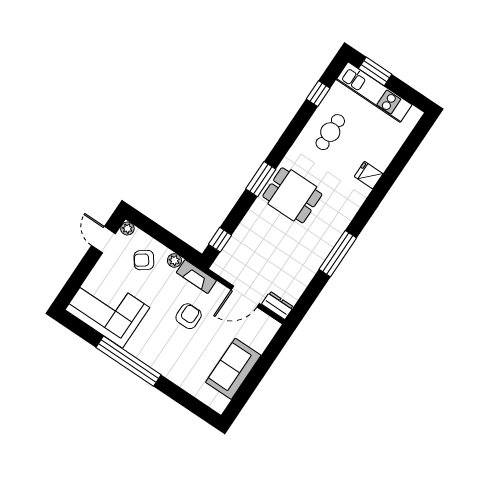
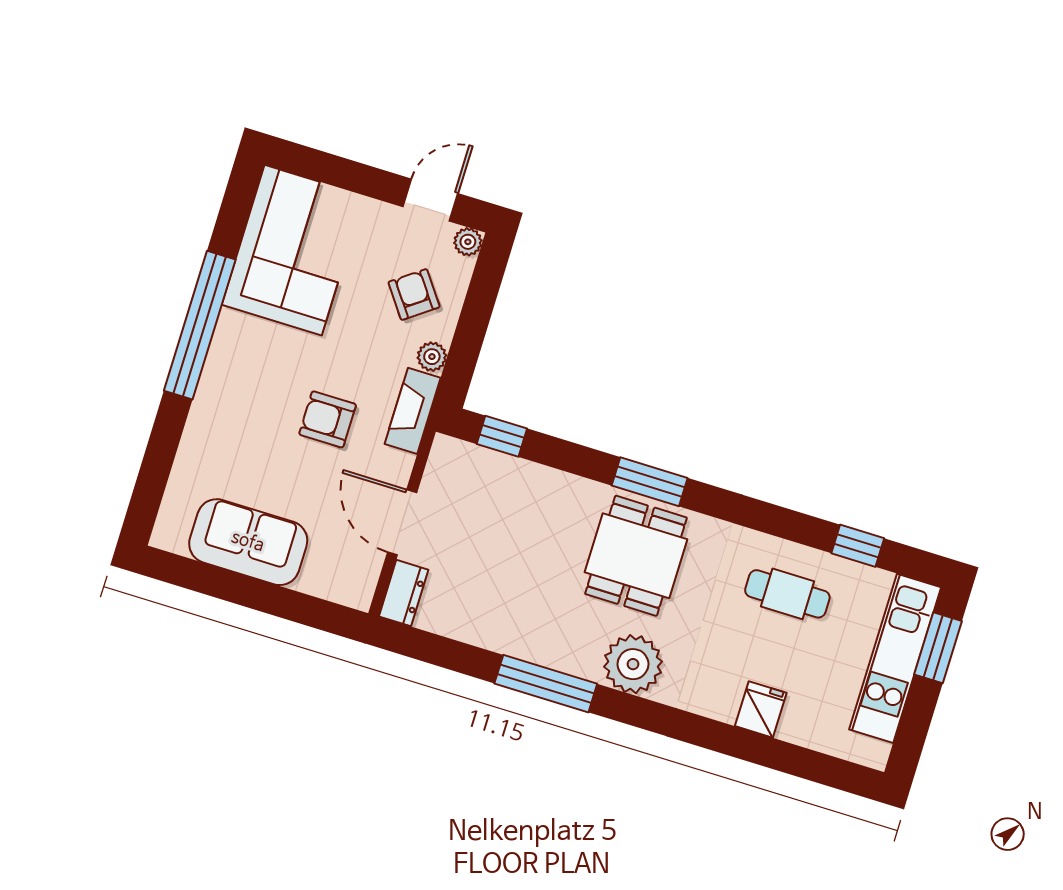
fridge: (369, 175) -> (761, 709), moved
plant: (341, 211) -> (633, 664), added
armchair: (189, 316) -> (328, 419), turned 180

